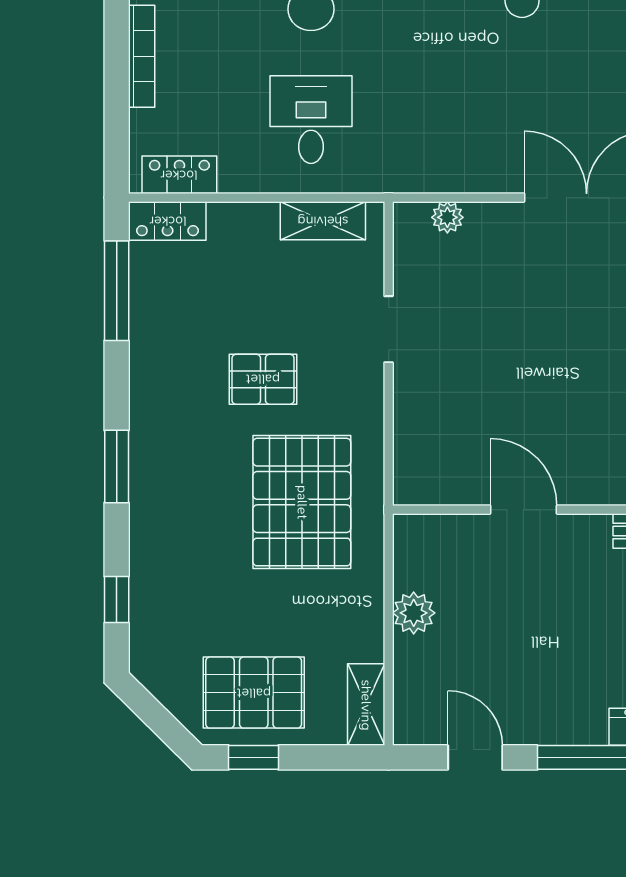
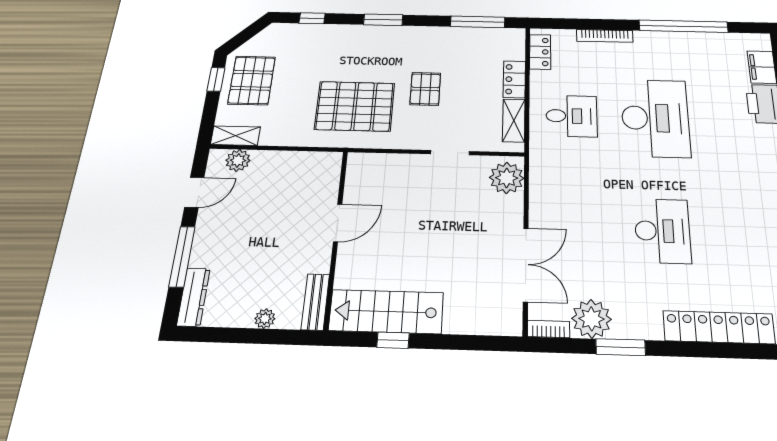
plant: (447, 217) -> (507, 178), width x1.87, depth x1.87
locker: (168, 221) -> (514, 79), moved
plant: (414, 613) -> (238, 160), moved

